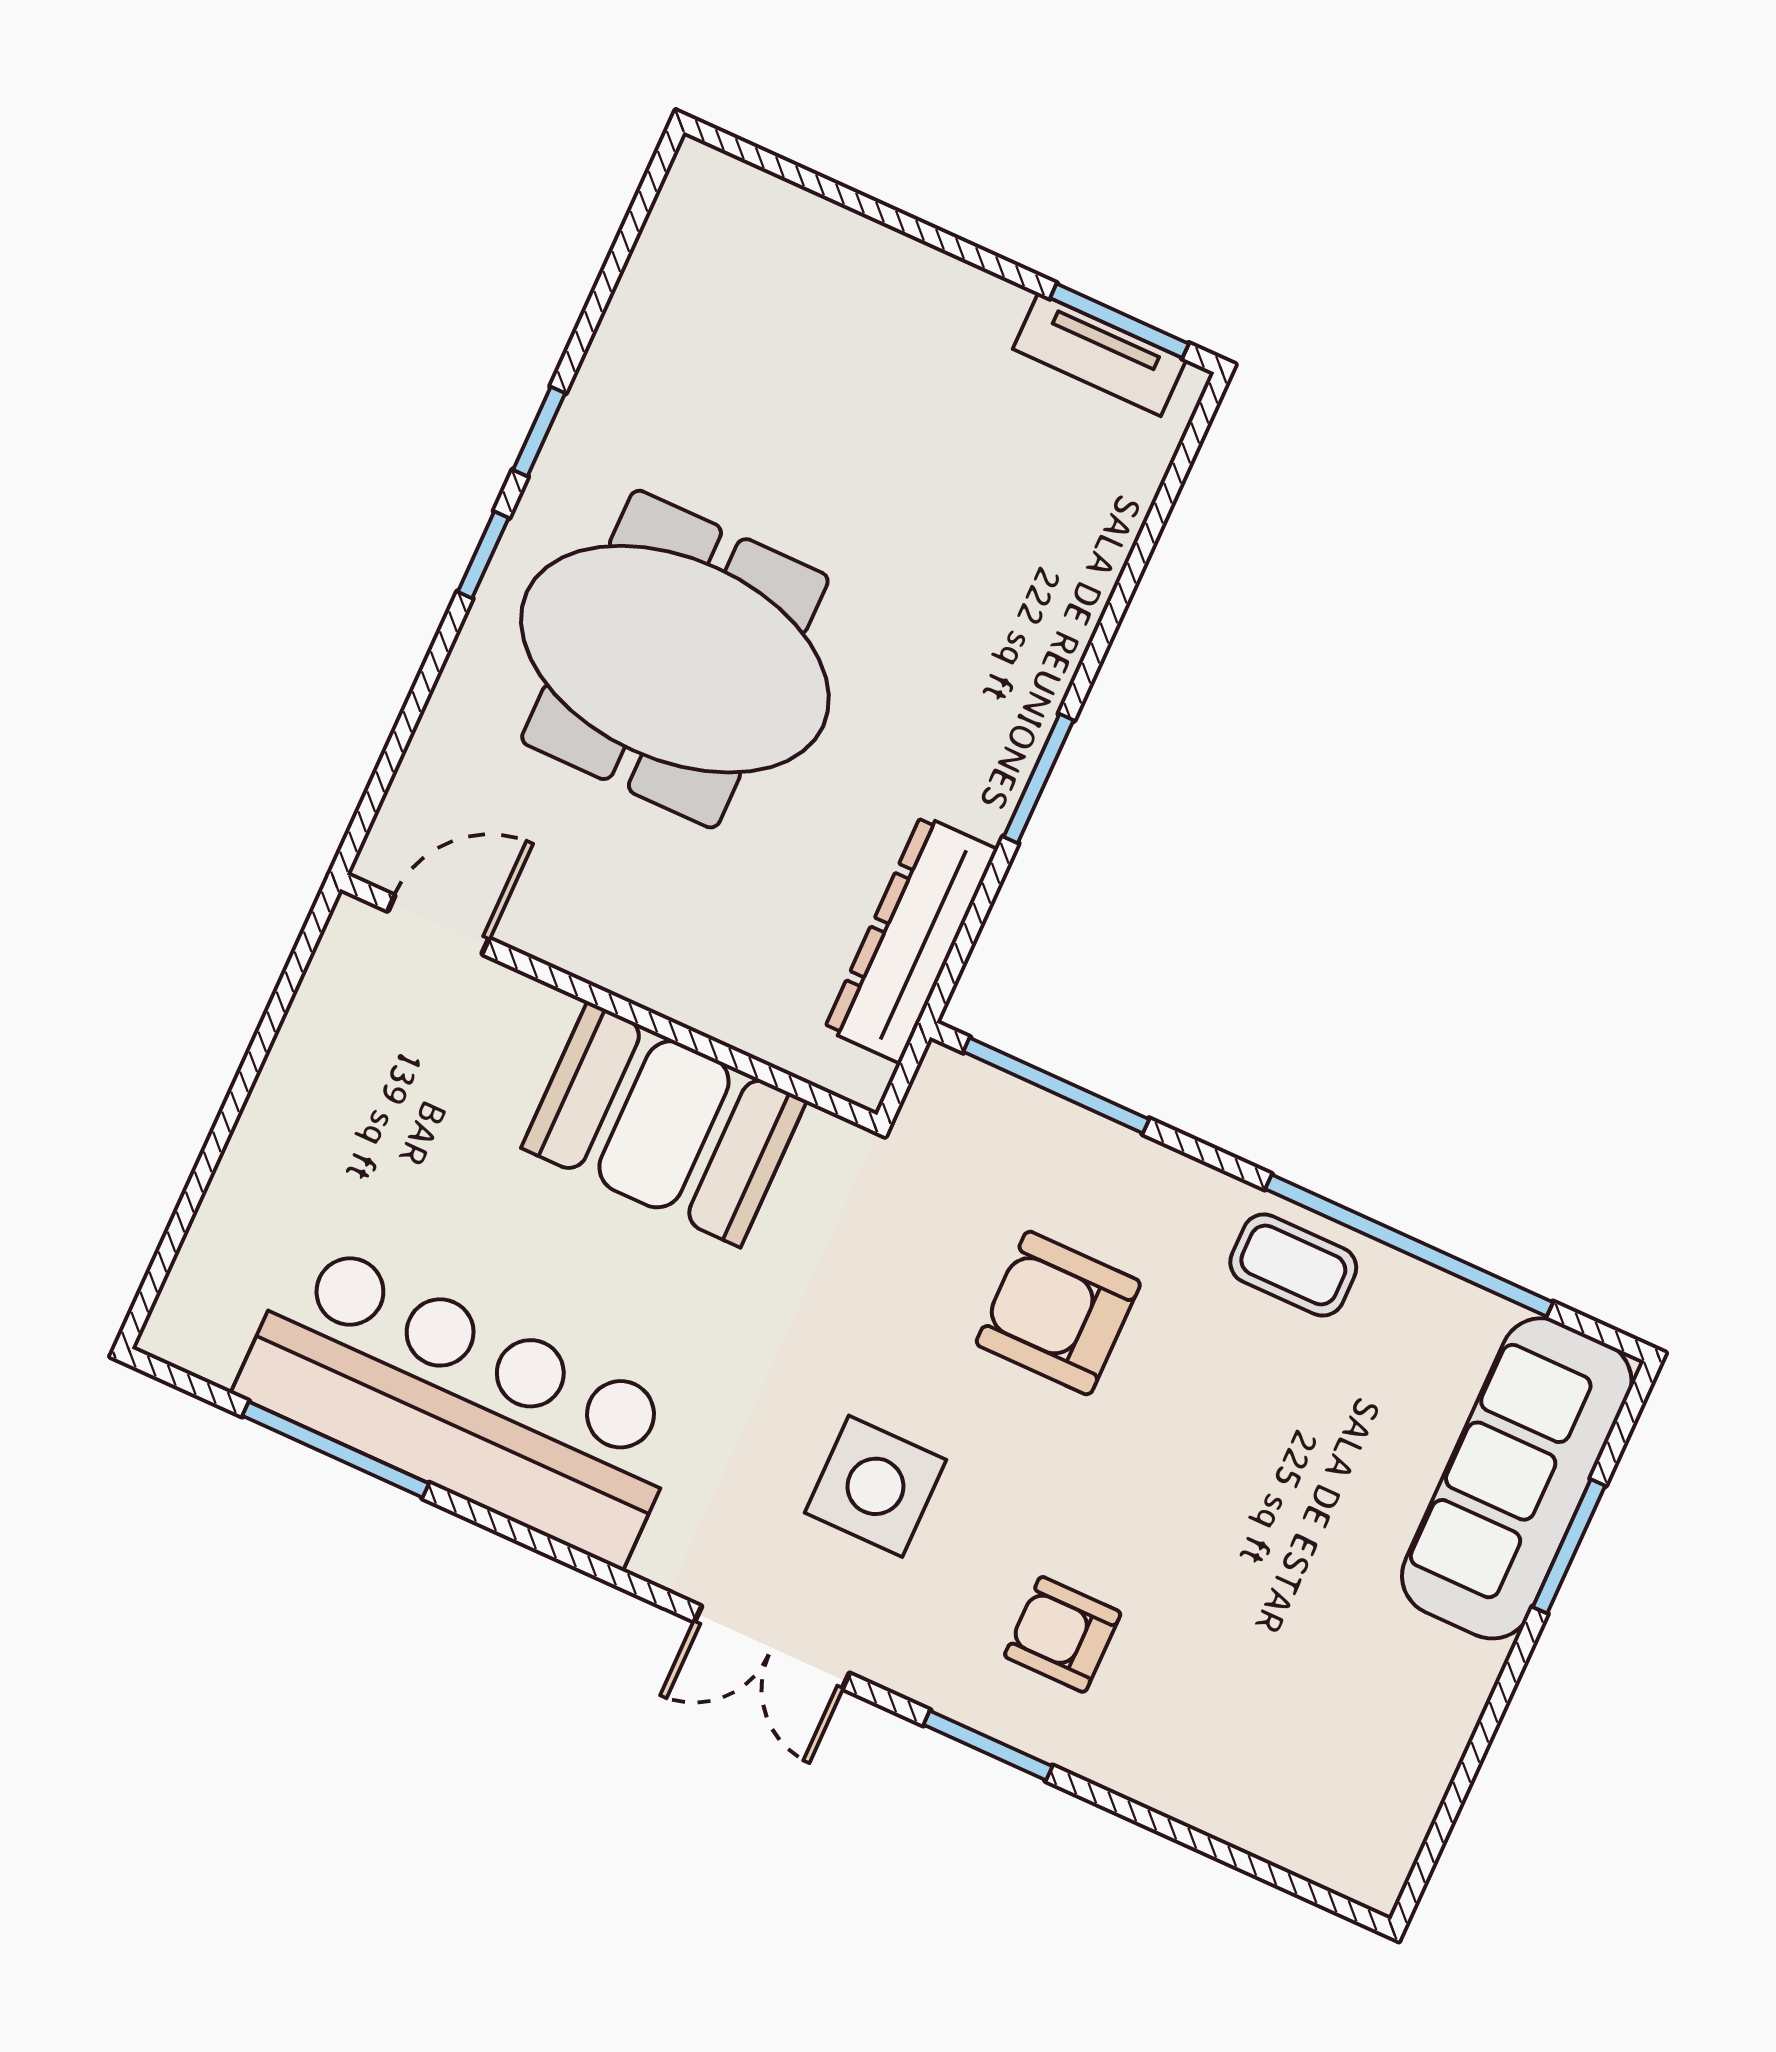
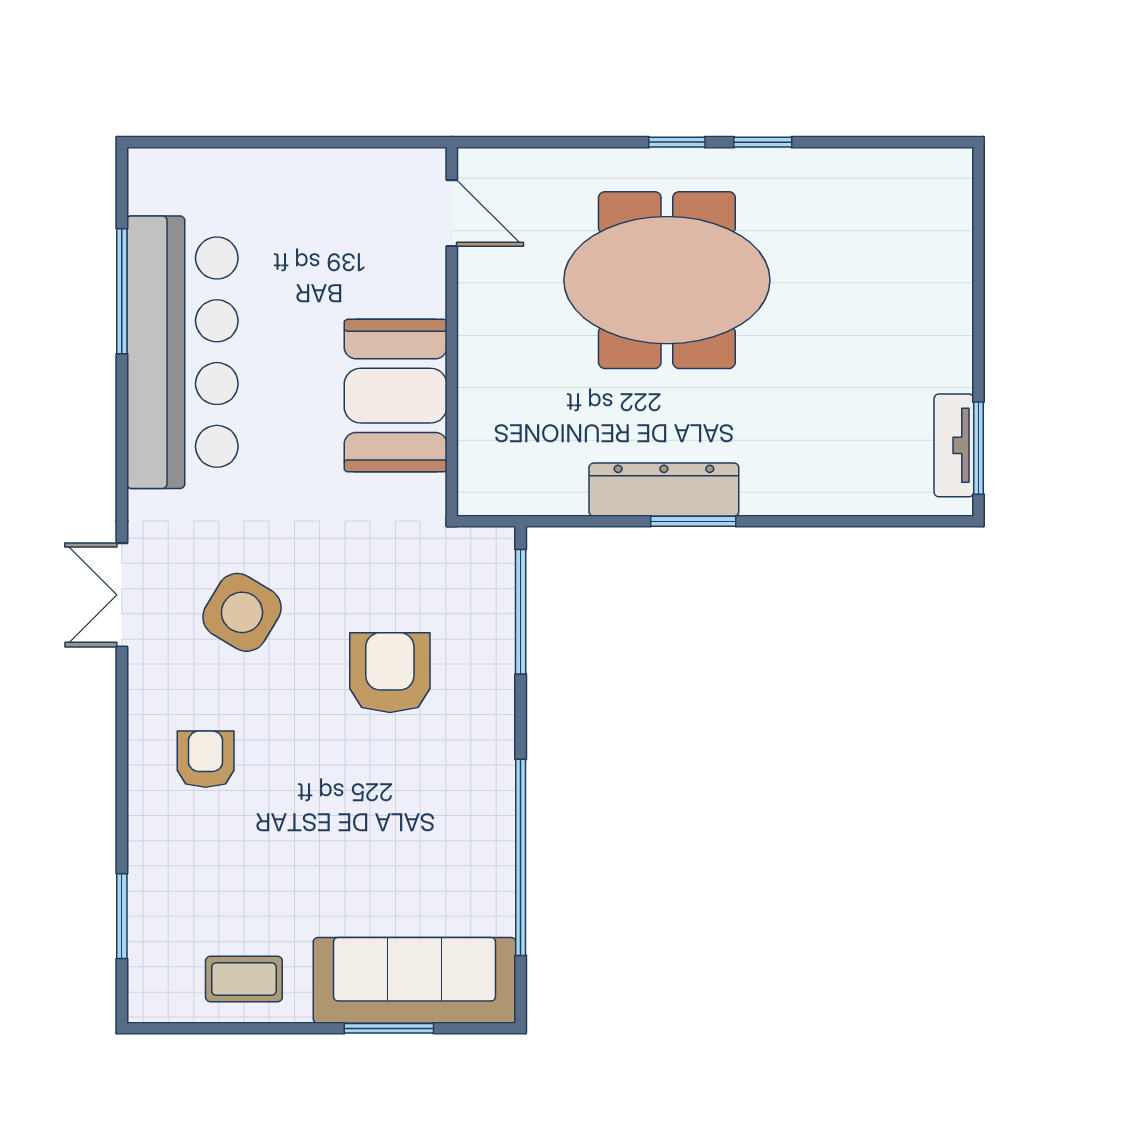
meeting table: (675, 659) -> (667, 280), turned 90
dresser: (911, 939) -> (664, 490), moved
coffee table: (1293, 1265) -> (244, 979), moved, turned 90
side table: (875, 1486) -> (242, 612), turned 31
window: (988, 1745) -> (122, 916), moved

